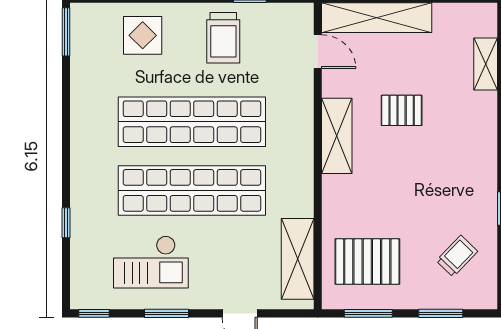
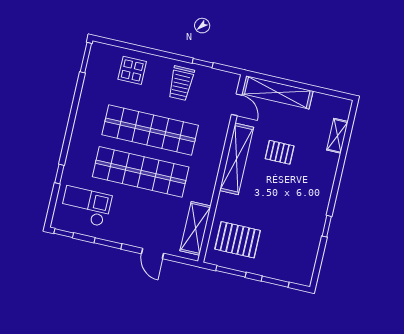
shelving: (337, 136) -> (237, 159), width x1.47
trolley: (457, 256) -> (293, 249), removed
checkout: (151, 262) -> (86, 206), moved, turned 180

